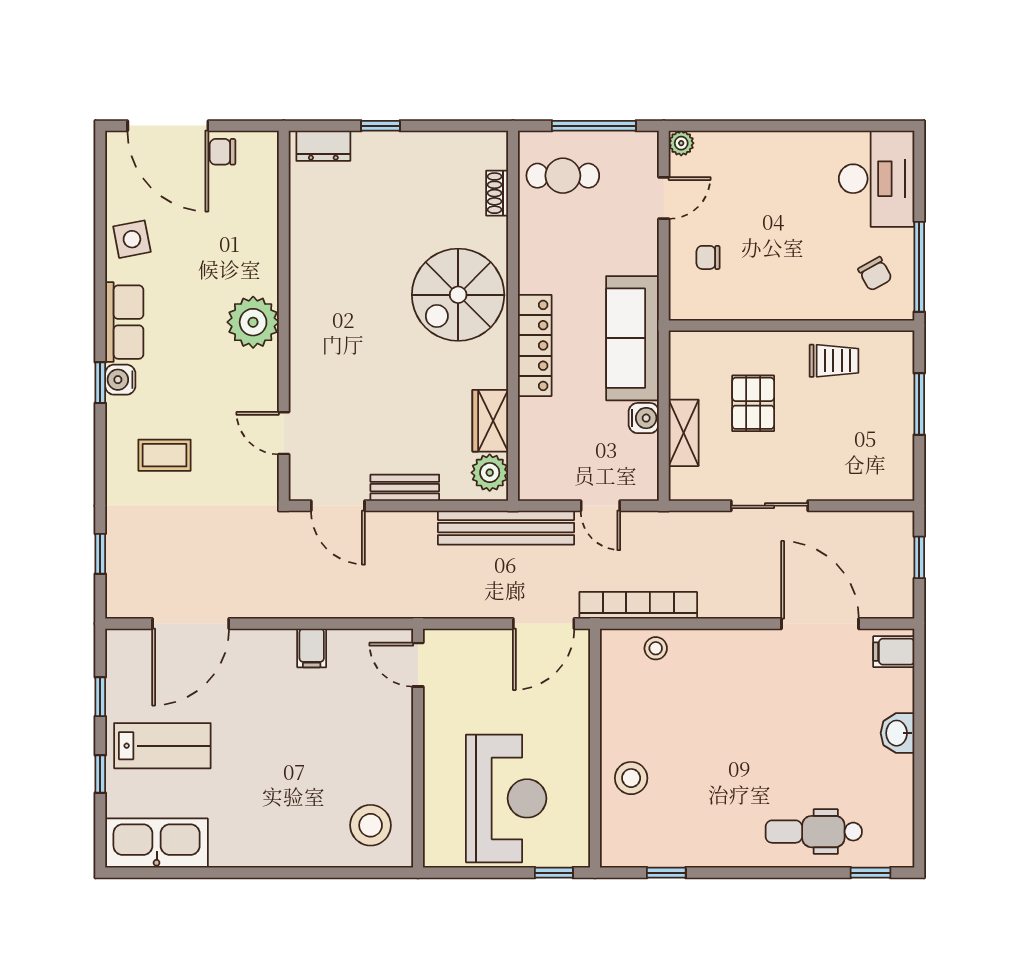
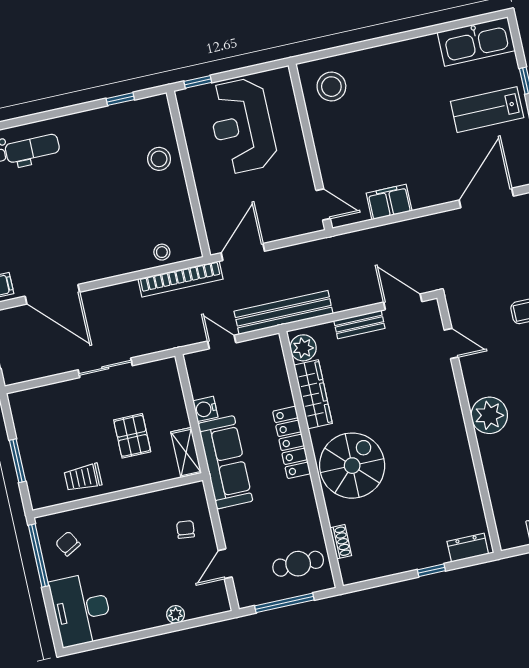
plant: (681, 143) -> (176, 614), moved
chair: (708, 257) -> (186, 530), turned -84
wardrobe: (490, 421) -> (313, 394), width x1.50
shelving: (684, 433) -> (186, 453), moved
filing cabinet: (312, 648) -> (389, 202), width x2.00

